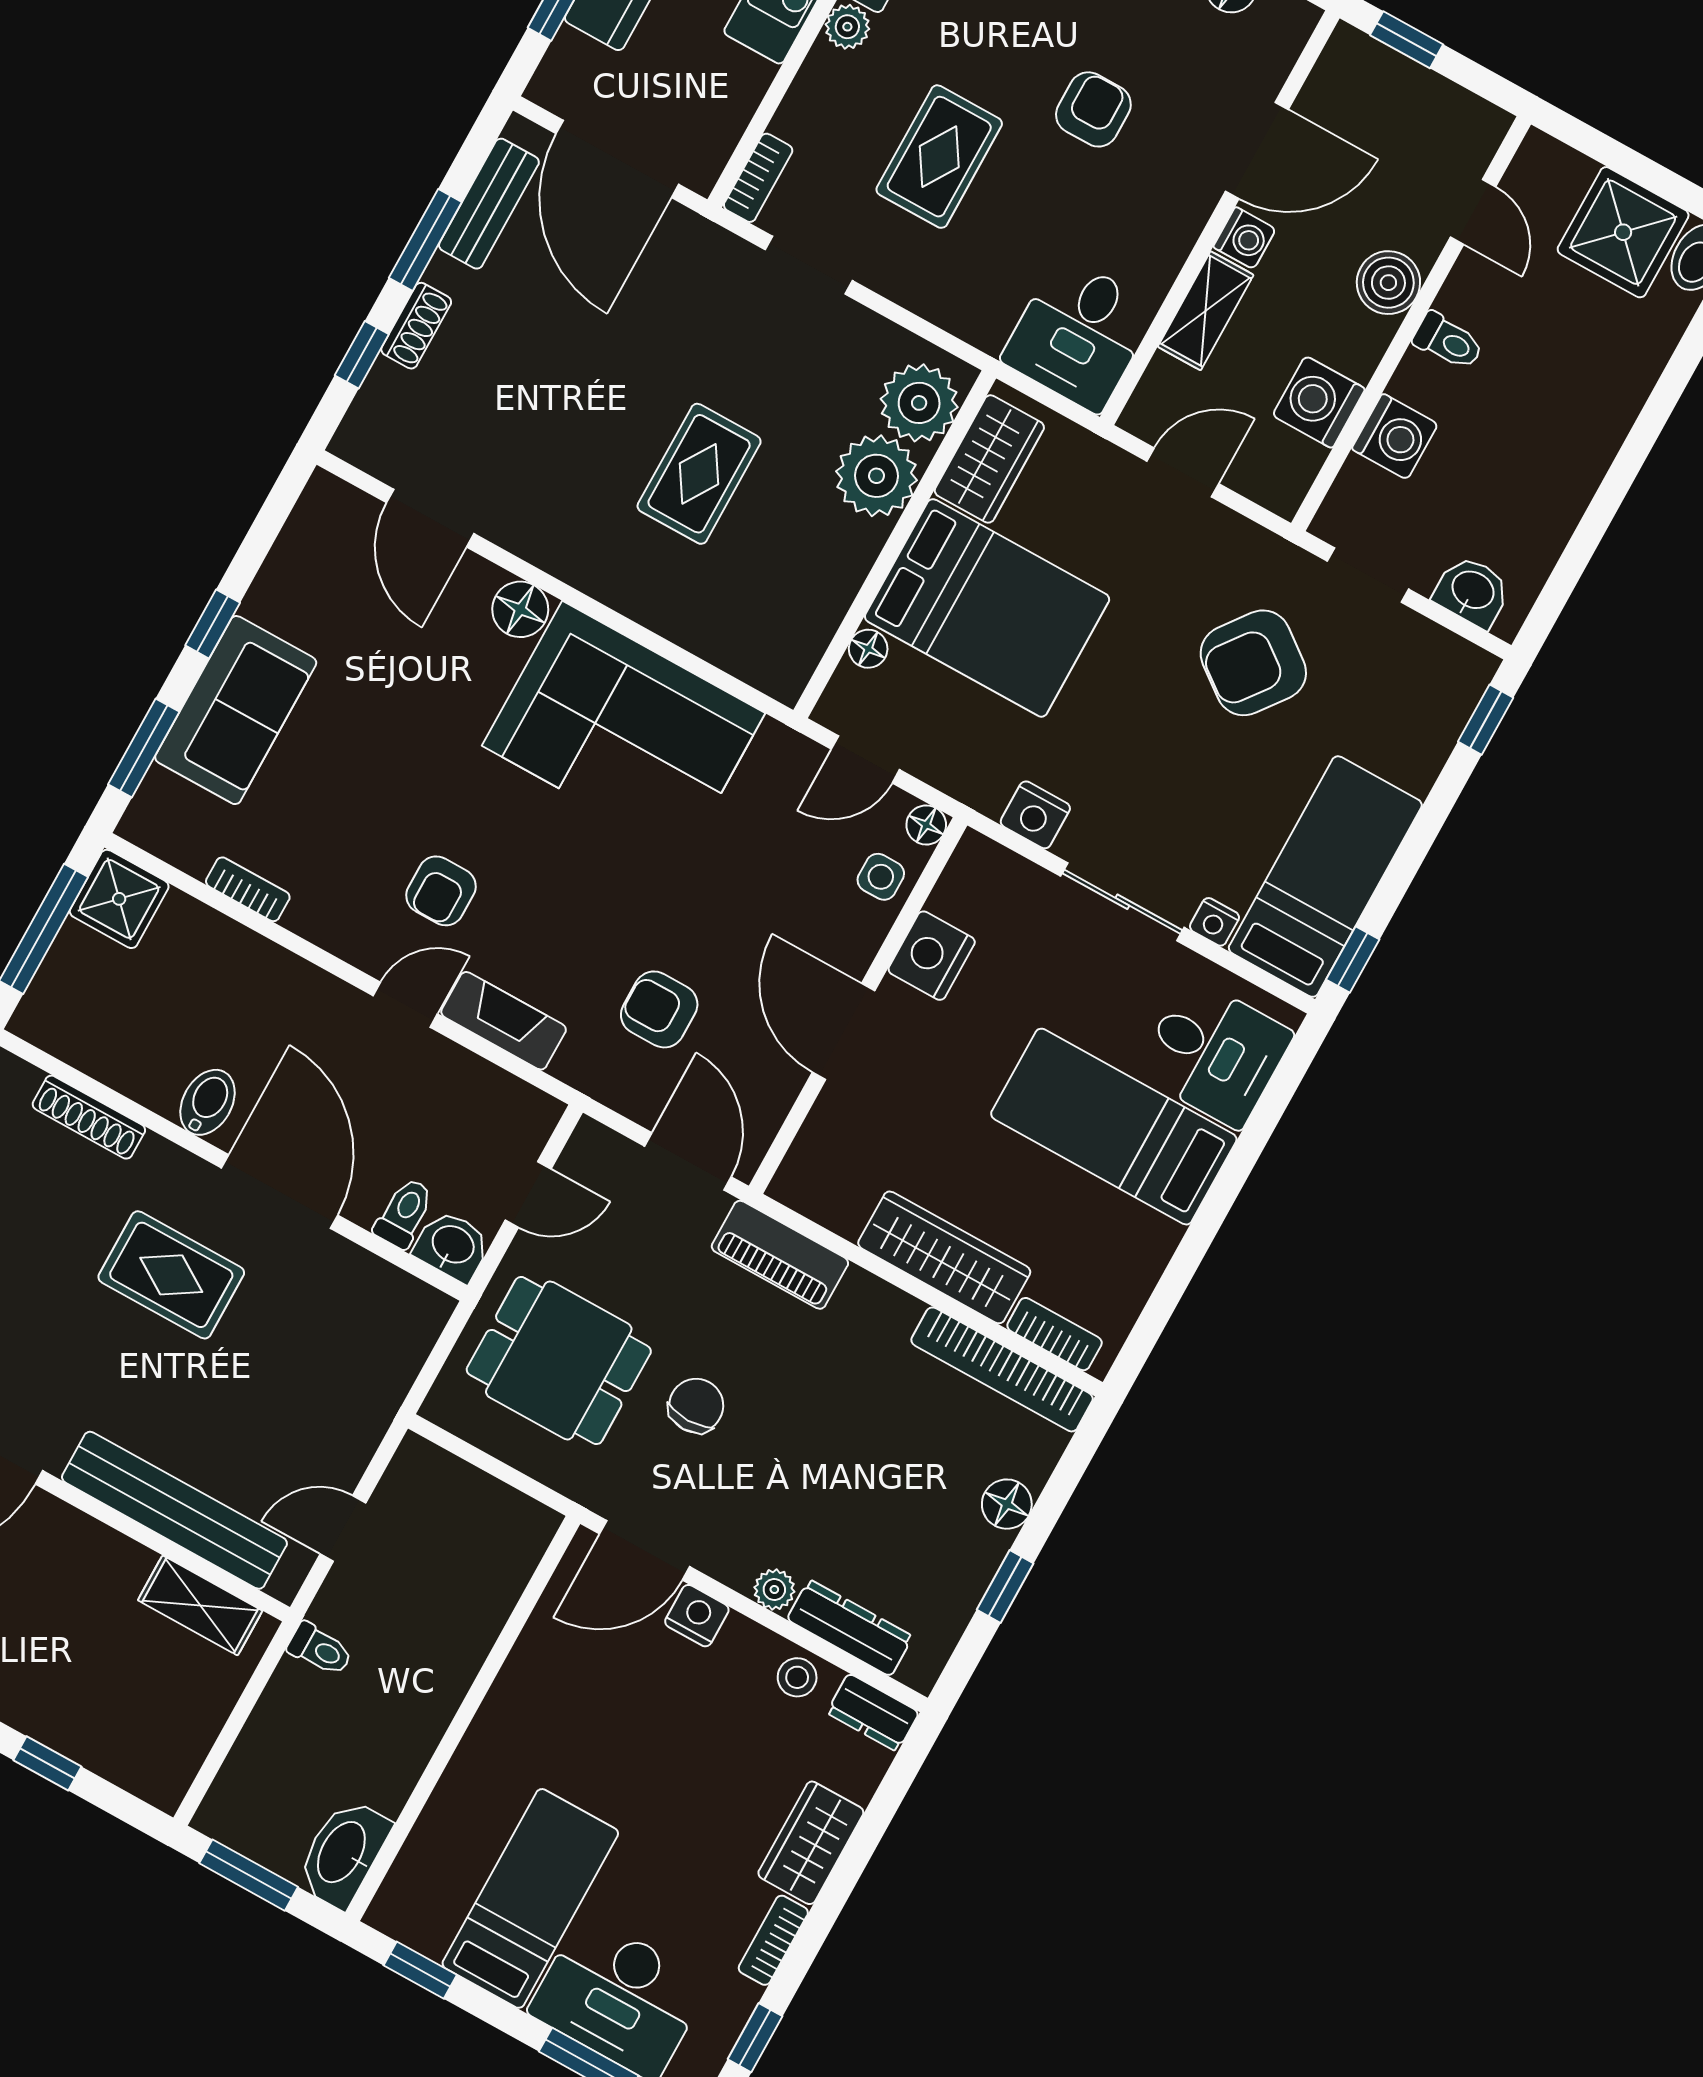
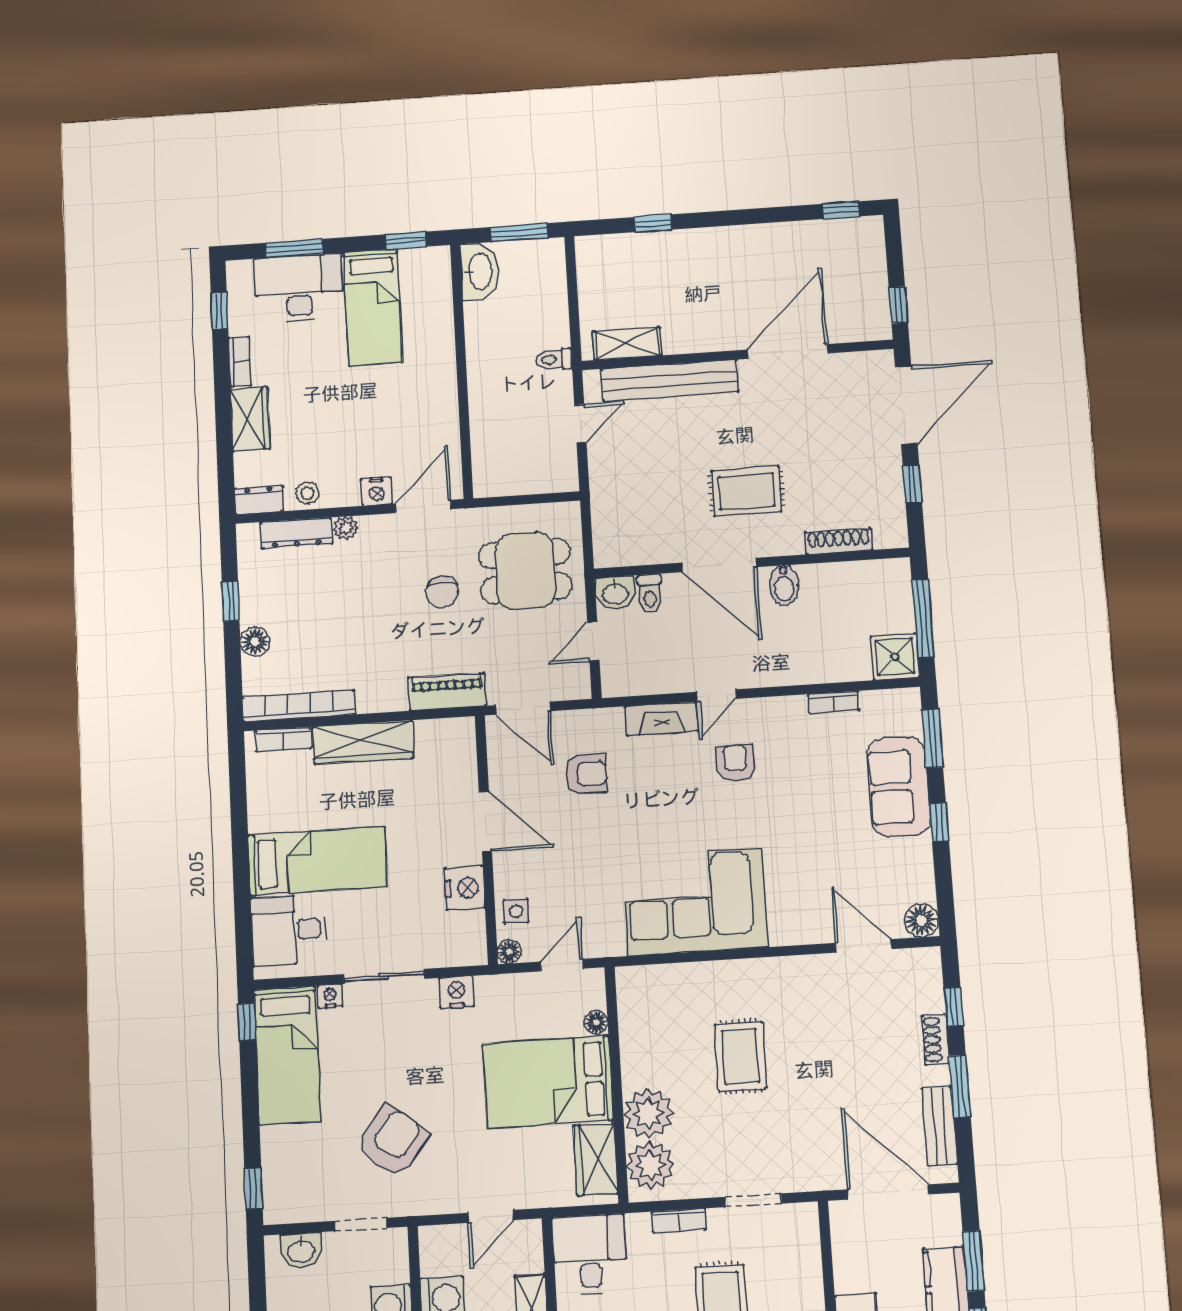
bookcase: (758, 178) -> (679, 1221), moved, turned -90
floor lamp: (520, 609) -> (921, 920), moved

